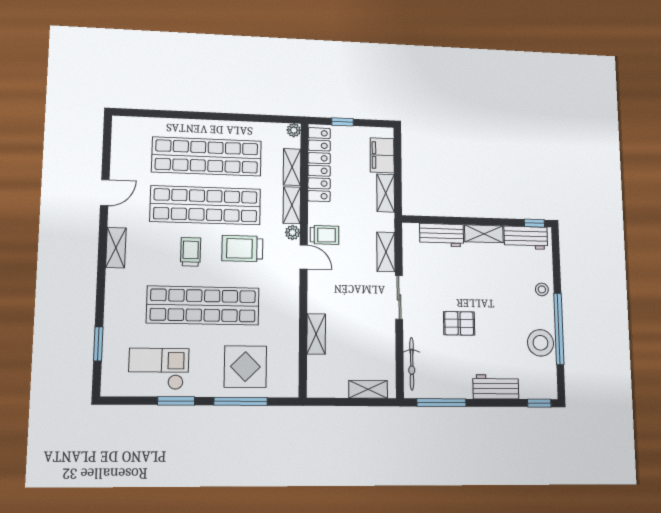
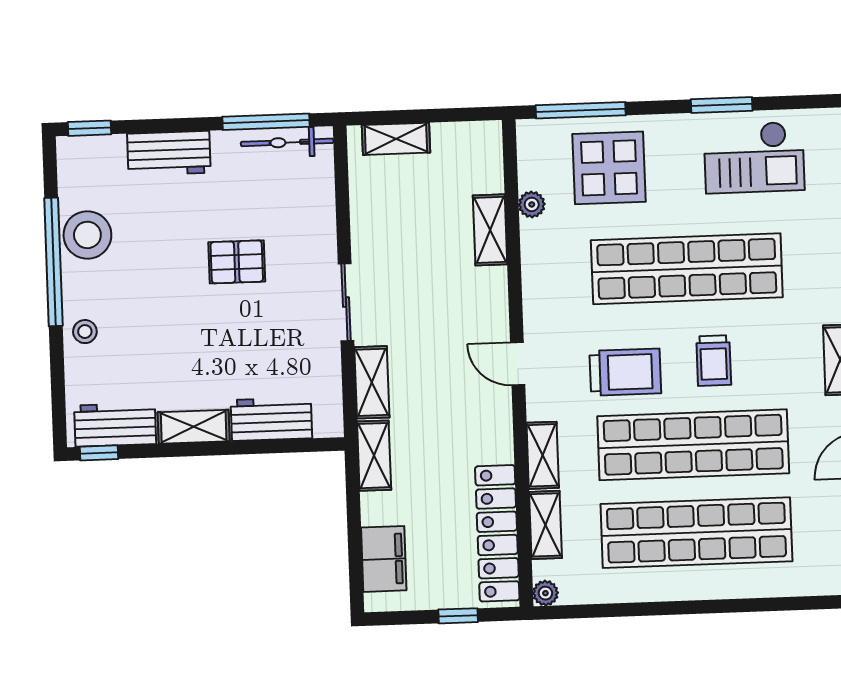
shelving: (386, 193) -> (374, 456), moved
plant: (293, 233) -> (532, 204), moved
trolley: (325, 235) -> (482, 406), removed
bicycle: (412, 364) -> (287, 142), moved, turned -90
window: (241, 401) -> (581, 110), moved

